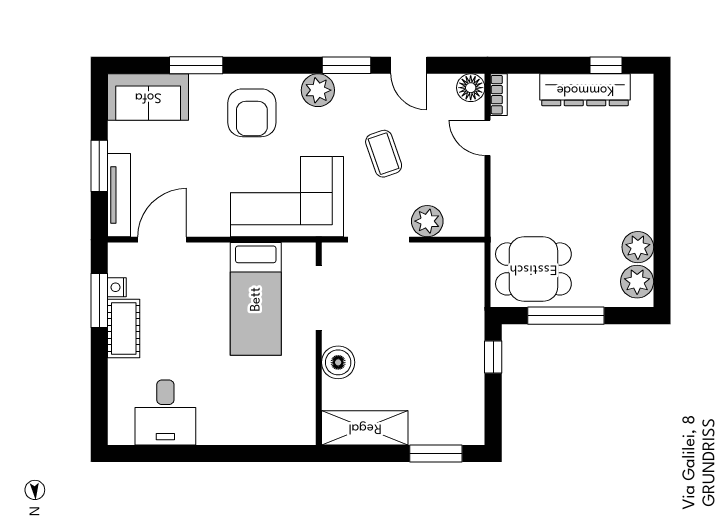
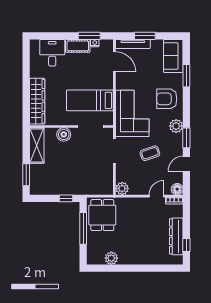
plant: (427, 221) -> (122, 188), moved
plant: (637, 282) -> (97, 258), removed
desk: (165, 412) -> (52, 53), moved, turned 90
wardrobe: (258, 427) -> (37, 101), added

